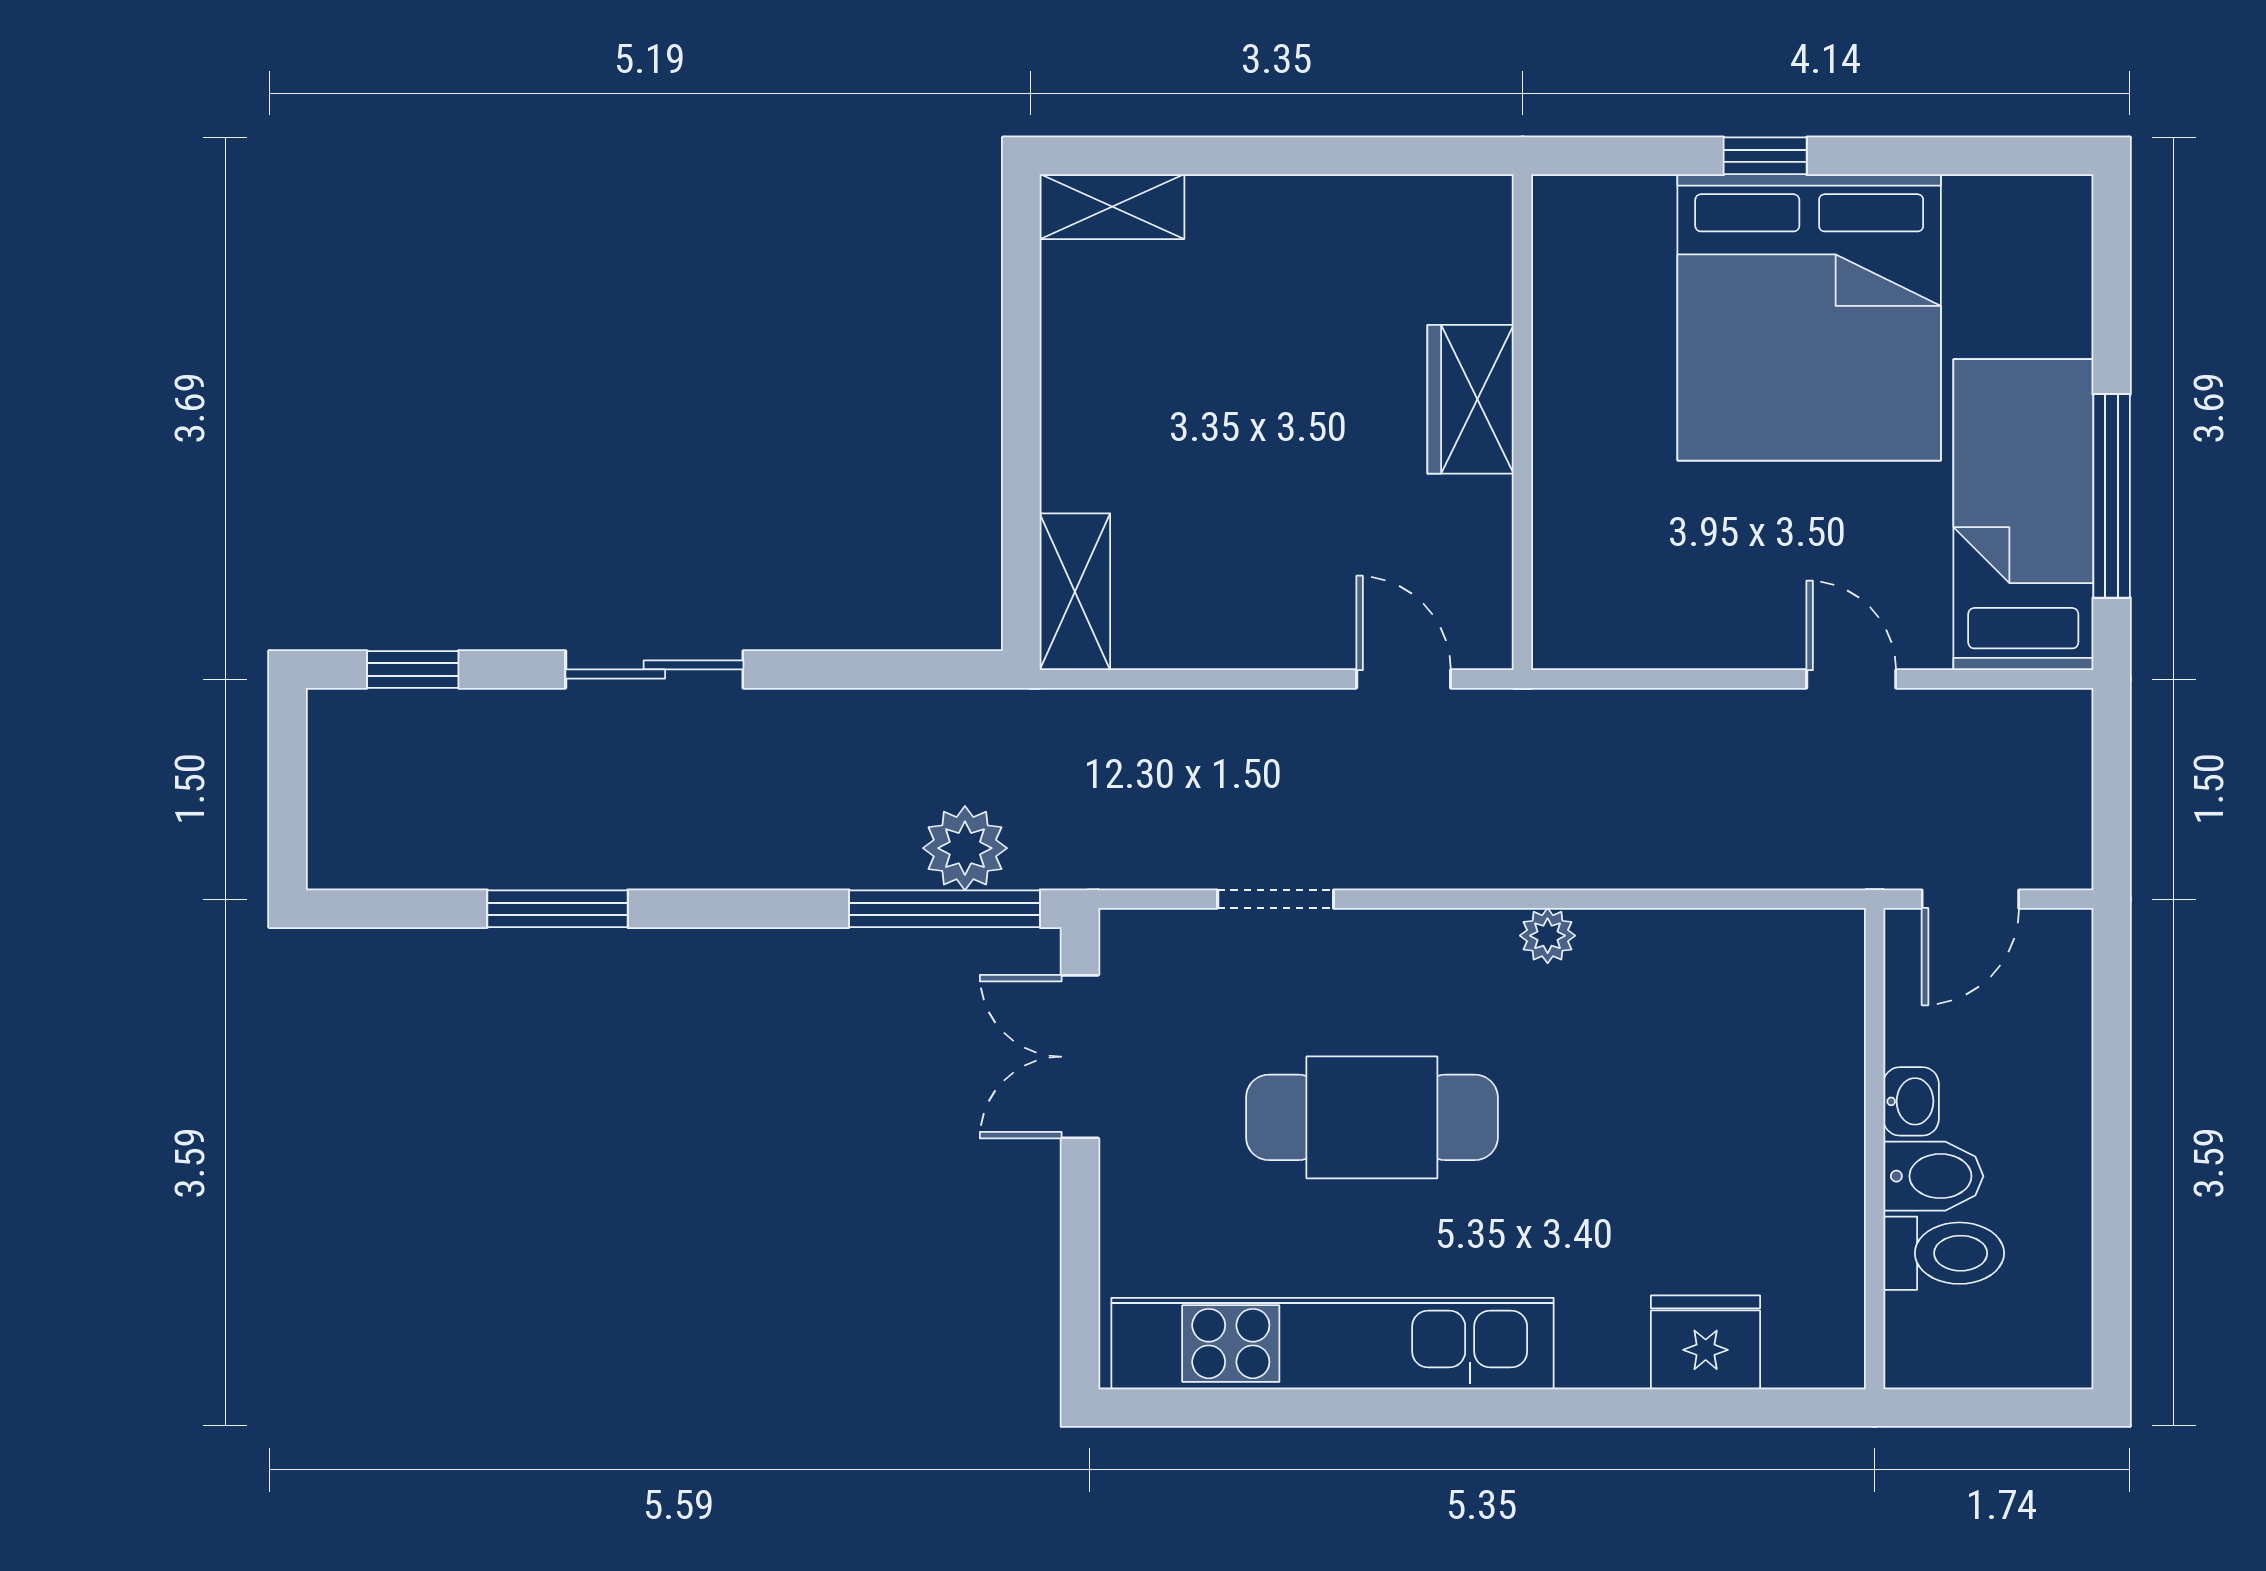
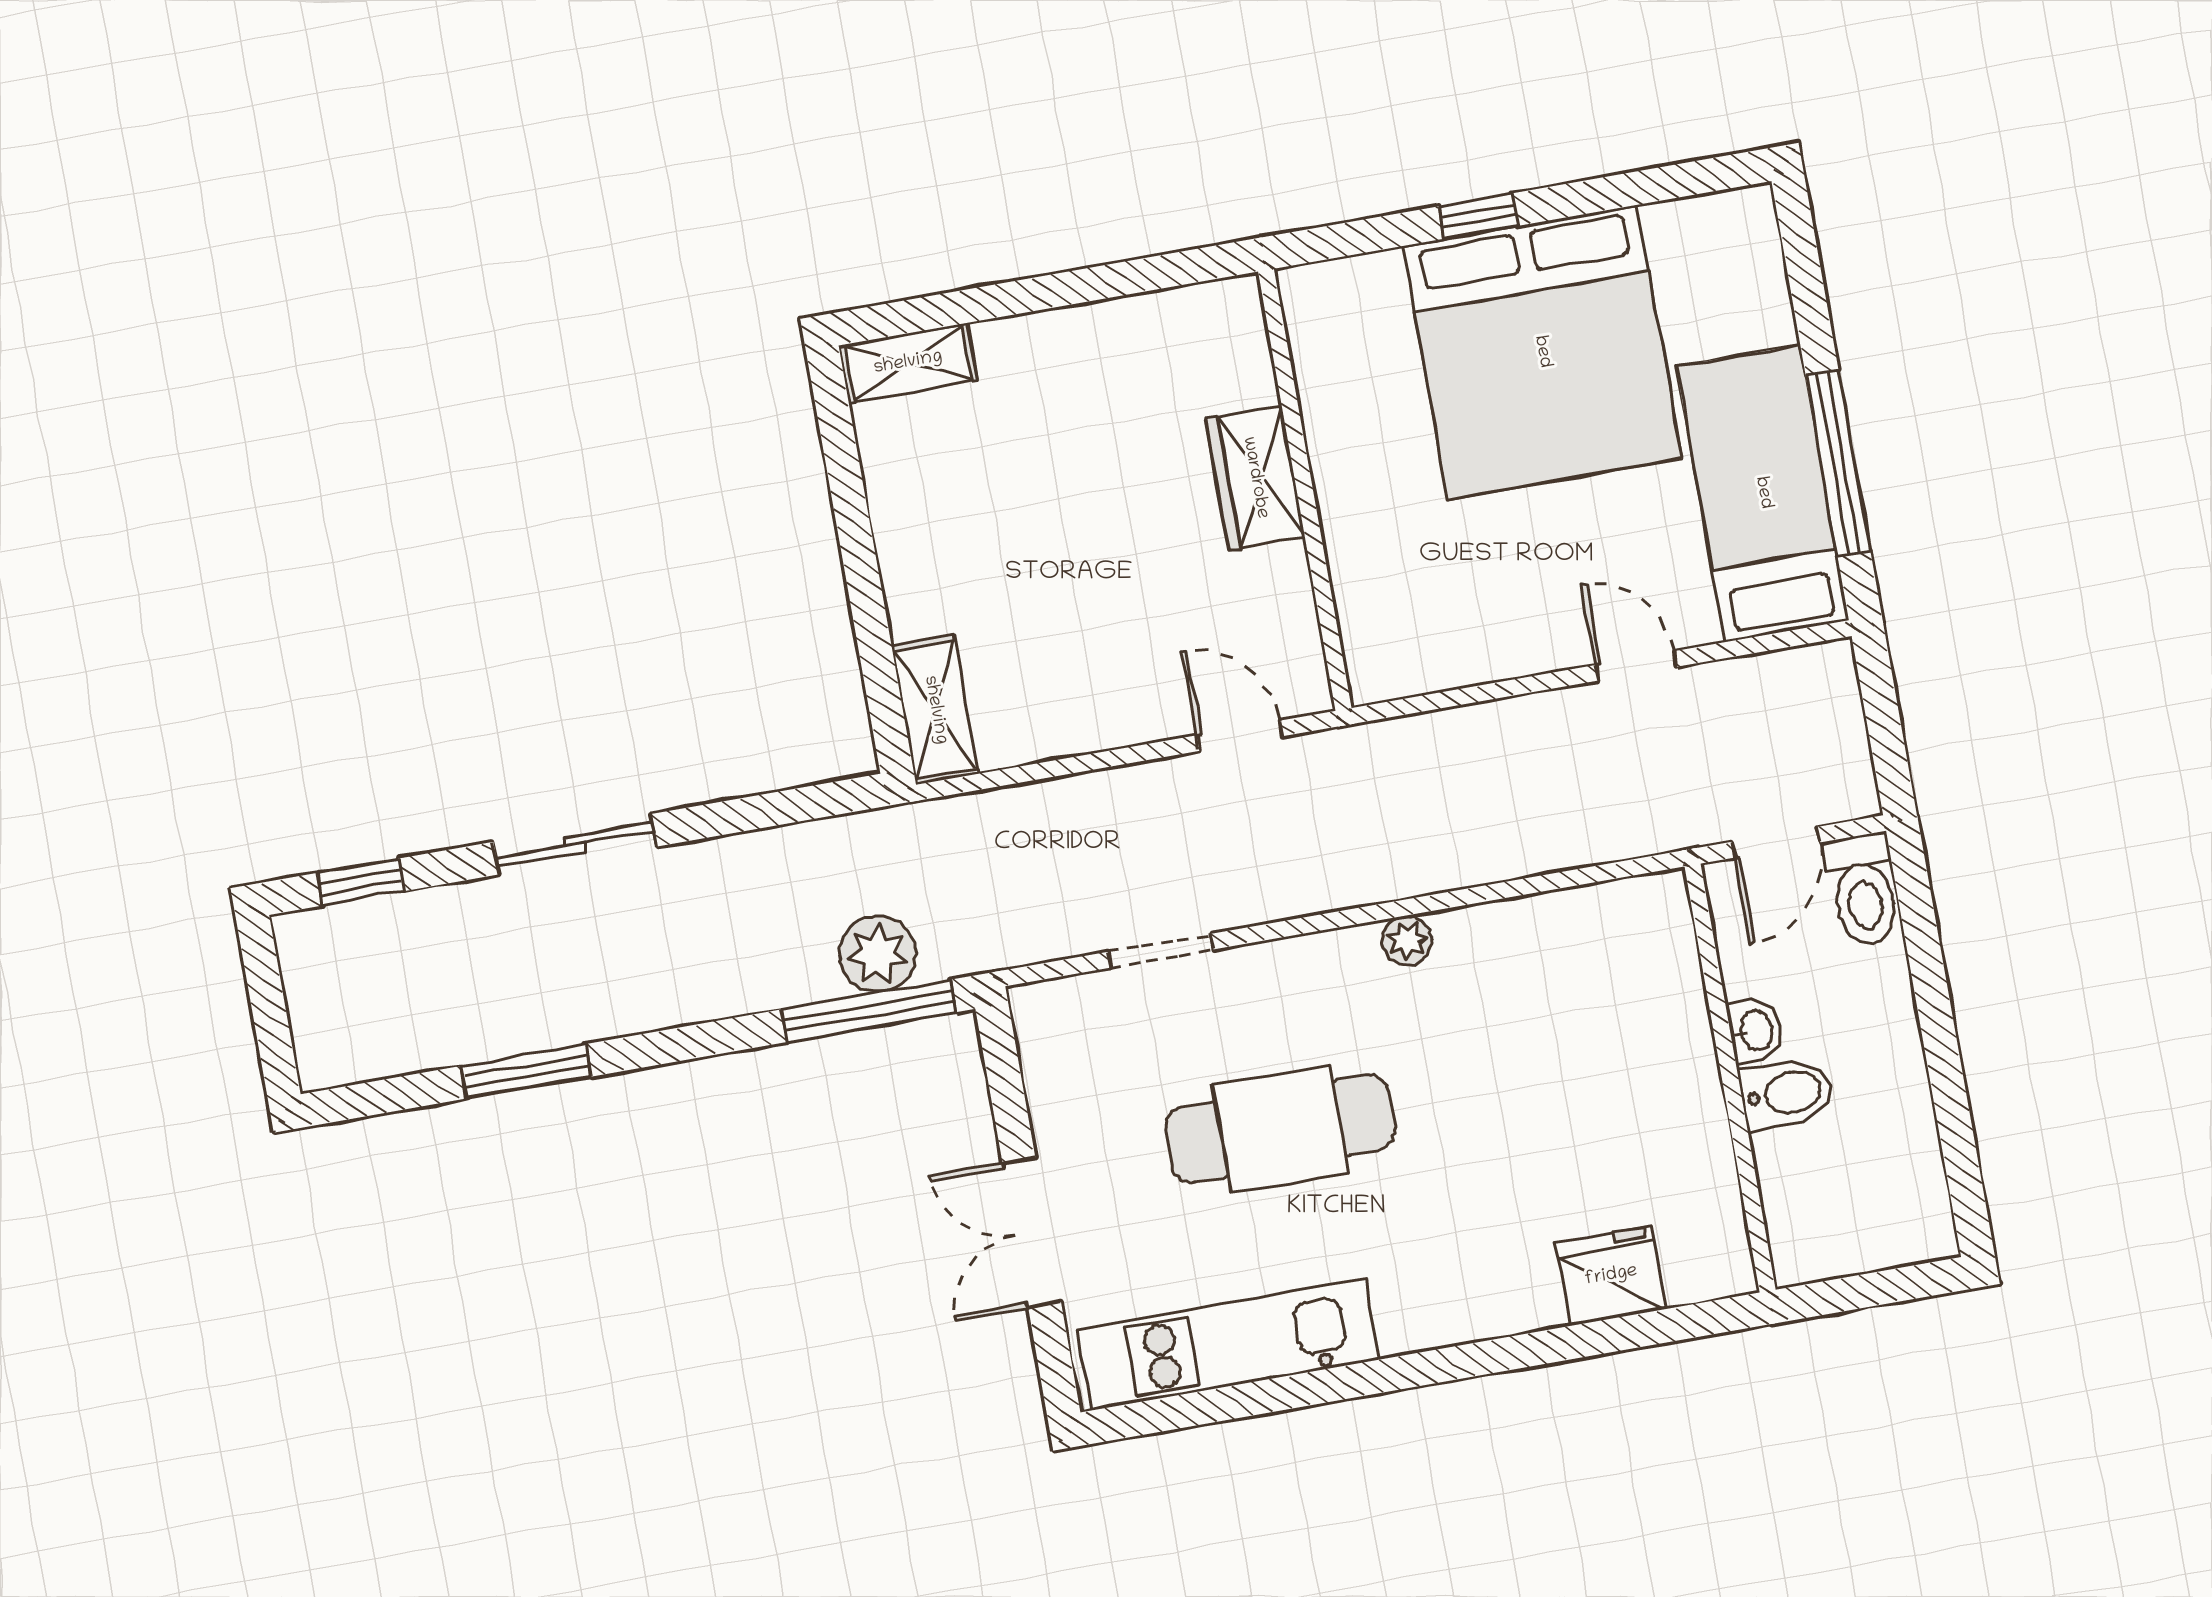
double door: (1080, 1057) -> (1032, 1233), moved
toilet: (1944, 1253) -> (1863, 890), moved, turned 90
kitchen unit: (1333, 1344) -> (1228, 1345), width x0.73

